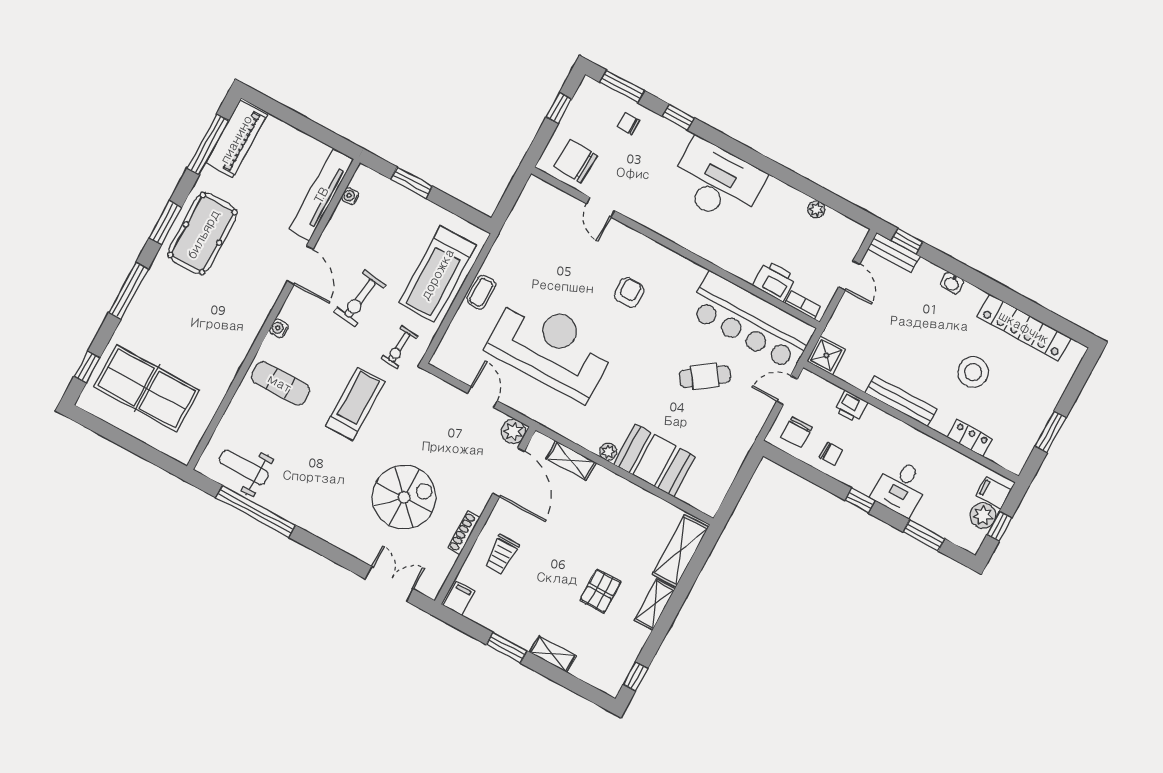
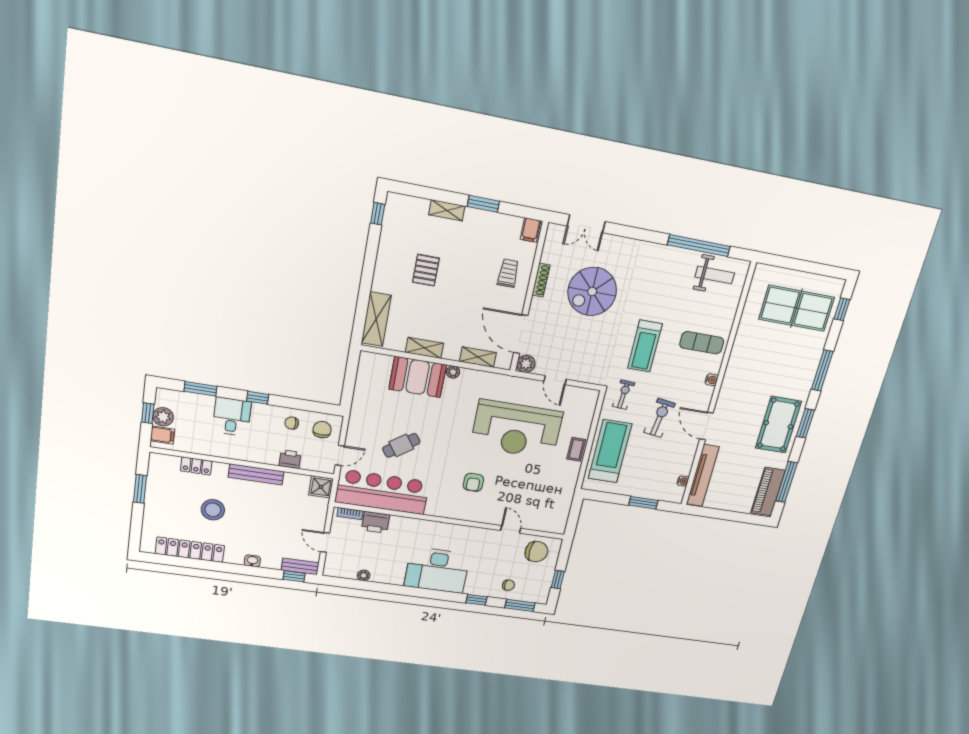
shelving: (655, 604) -> (424, 348), moved, turned 90

